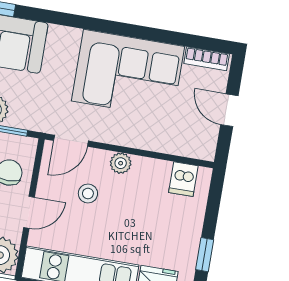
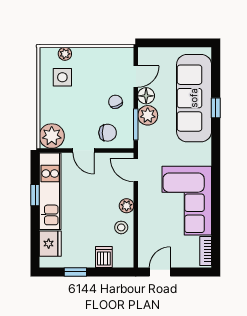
door: (229, 110) -> (160, 272), moved
dishwasher: (183, 179) -> (104, 257), moved, turned 90
stool: (88, 193) -> (121, 227), moved

